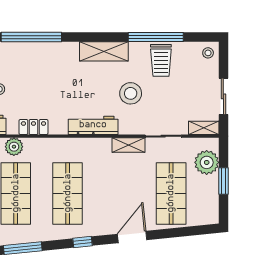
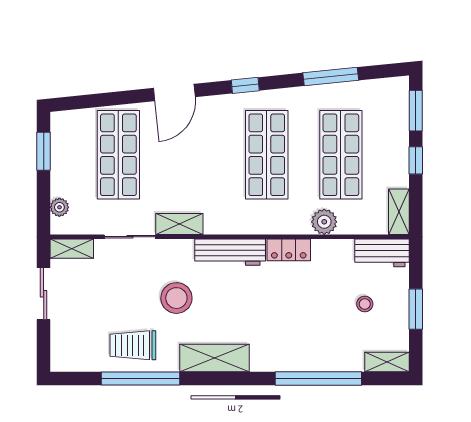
stool: (208, 53) -> (66, 356), removed
trolley: (161, 60) -> (133, 345), turned -90
locker: (33, 127) -> (289, 250), moved
plant: (14, 147) -> (324, 222), moved
plant: (207, 162) -> (59, 207), width x0.53, depth x0.53
window: (223, 181) -> (44, 151), moved

